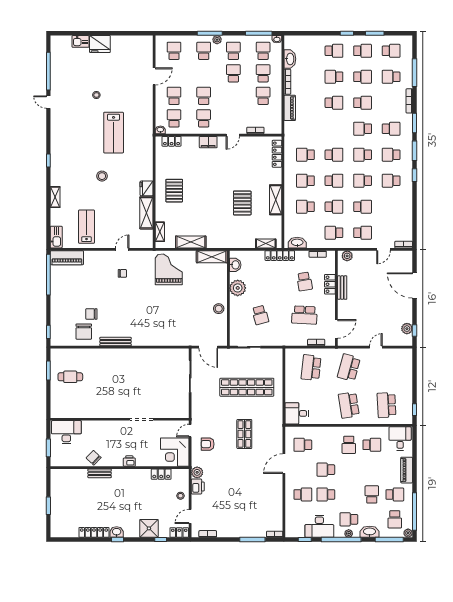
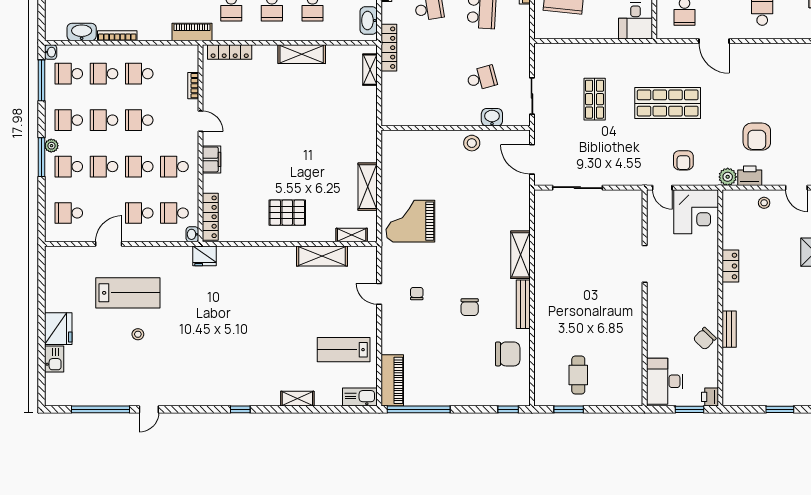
school desk: (204, 73) -> (104, 167), added
door: (154, 76) -> (109, 244), hinge flipped
school desk: (233, 96) -> (139, 120), added
piano: (290, 108) -> (192, 32), moved
lab bench: (114, 133) -> (128, 293), moved
locker: (172, 141) -> (210, 217), width x1.53
stool: (102, 176) -> (265, 326), removed
fridge: (147, 188) -> (205, 256), moved
pallet: (242, 203) -> (307, 106), removed
shelving: (212, 257) -> (520, 255), moved
washbasin: (235, 265) -> (492, 117), moved
plant: (238, 288) -> (439, 113), removed
chair: (91, 314) -> (470, 307), moved
door: (208, 347) -> (532, 159), swing flipped
shop shelf: (247, 387) -> (595, 99), width x0.50, depth x0.74
shop shelf: (244, 434) -> (668, 103), width x1.43, depth x1.36
printer: (129, 461) -> (710, 397), moved
locker: (161, 474) -> (730, 266), moved
armchair: (223, 491) -> (757, 137), added

